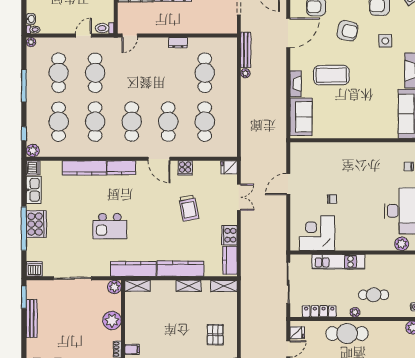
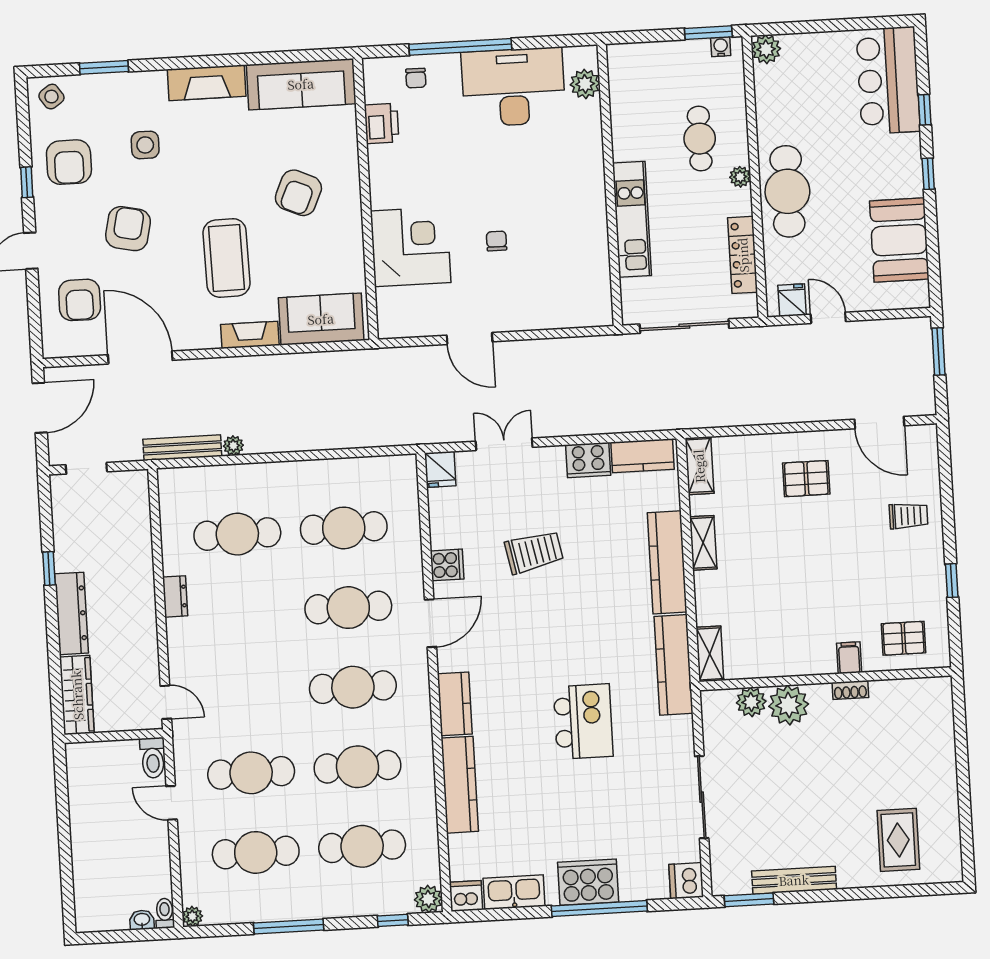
armchair: (359, 110) -> (298, 193), added
printer: (389, 150) -> (382, 123), added
corner desk: (317, 233) -> (411, 247), moved, turned 180
plant: (114, 287) -> (751, 702), moved

